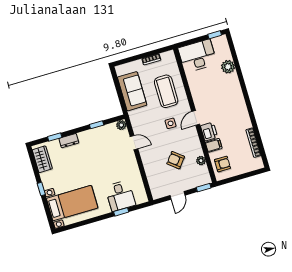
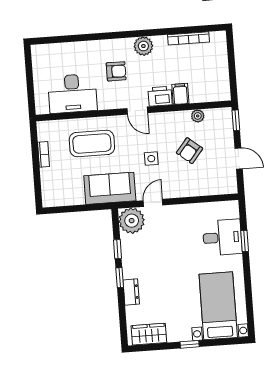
window: (215, 35) -> (28, 60), removed
desk: (197, 56) -> (72, 93), moved, turned -90
plant: (228, 67) -> (143, 46), moved
sofa: (132, 91) -> (110, 188), moved
side table: (171, 123) -> (151, 159), moved
plant: (121, 125) -> (132, 221), width x1.88, depth x1.88
window: (55, 137) -> (120, 278), moved
armchair: (222, 164) -> (116, 71), moved, turned 90

